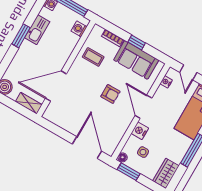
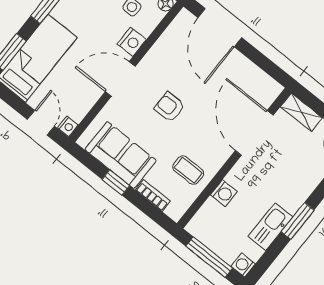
washing machine: (79, 29) -> (224, 193), moved
nightstand: (166, 82) -> (68, 126), moved
door: (56, 86) -> (254, 133), swing flipped
door: (143, 107) -> (120, 79), swing flipped

